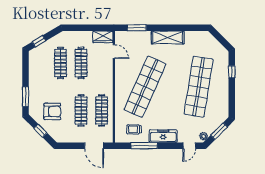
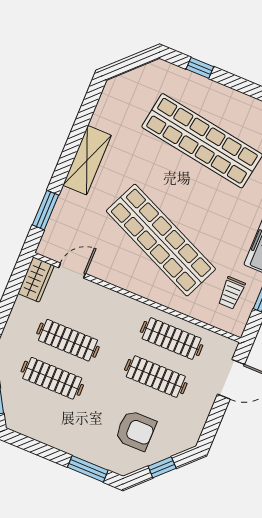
armchair: (52, 111) -> (136, 430), turned 90

